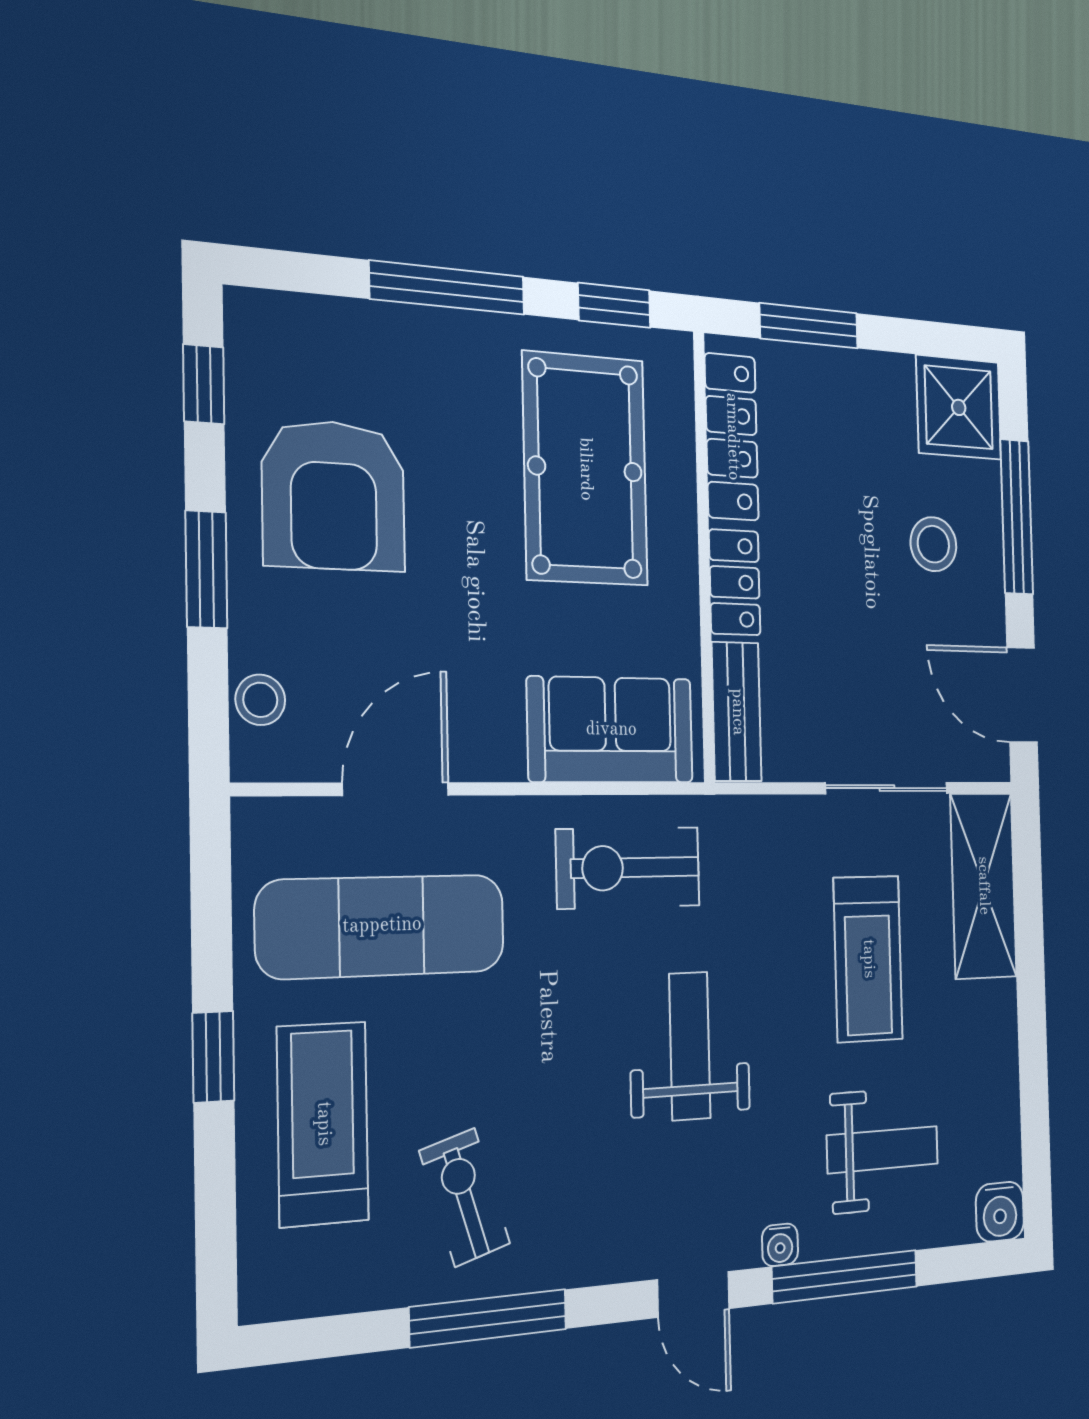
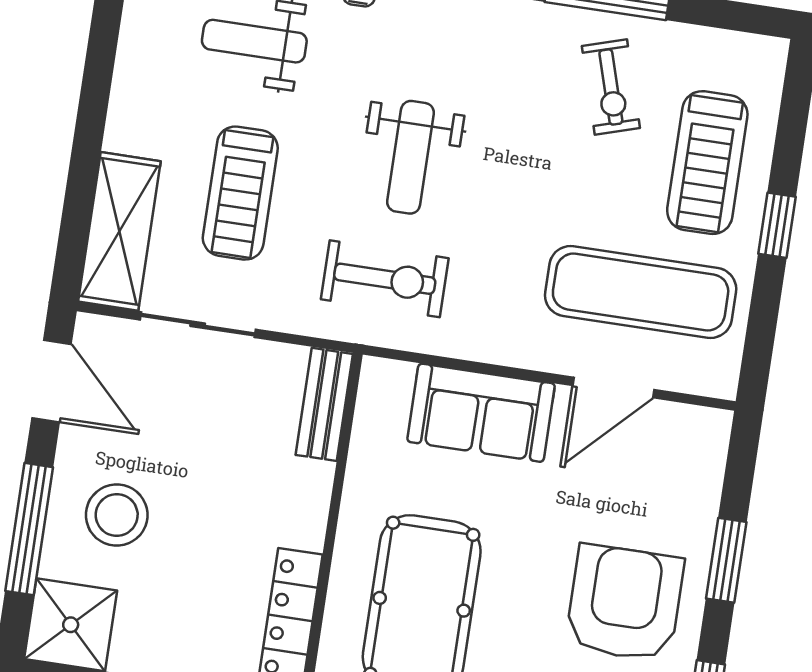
stool: (933, 544) -> (117, 515), width x1.38, depth x1.38
locker: (735, 582) -> (308, 505), removed
stool: (260, 700) -> (703, 465), removed
sofa: (611, 730) -> (481, 413), moved
exercise bike: (628, 868) -> (385, 279), moved
treadmill: (868, 959) -> (240, 193), turned 180

